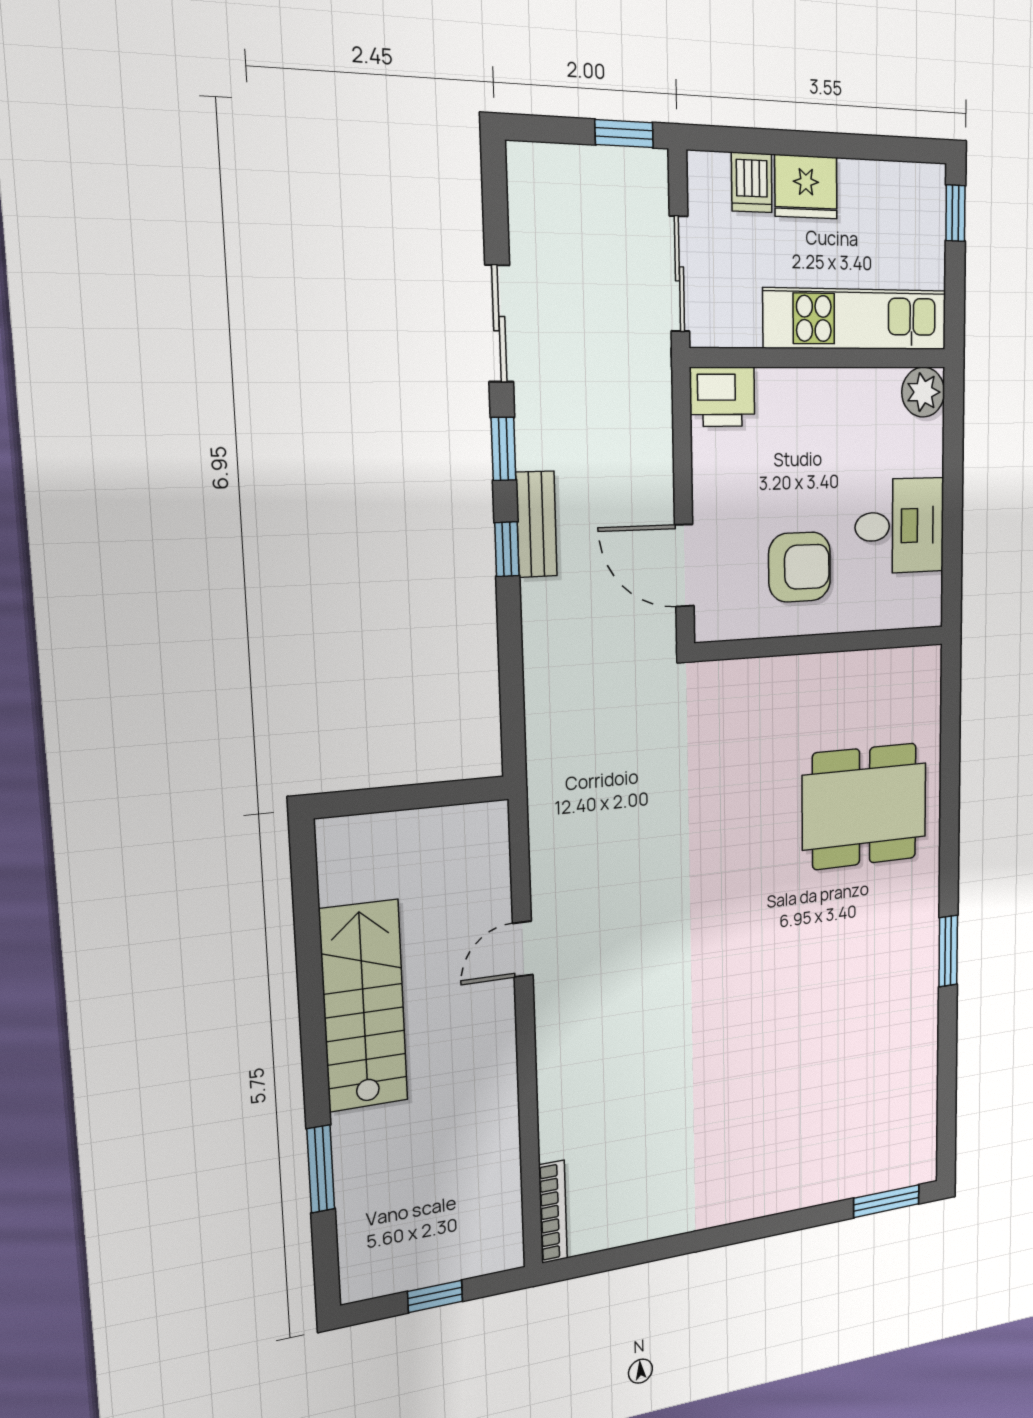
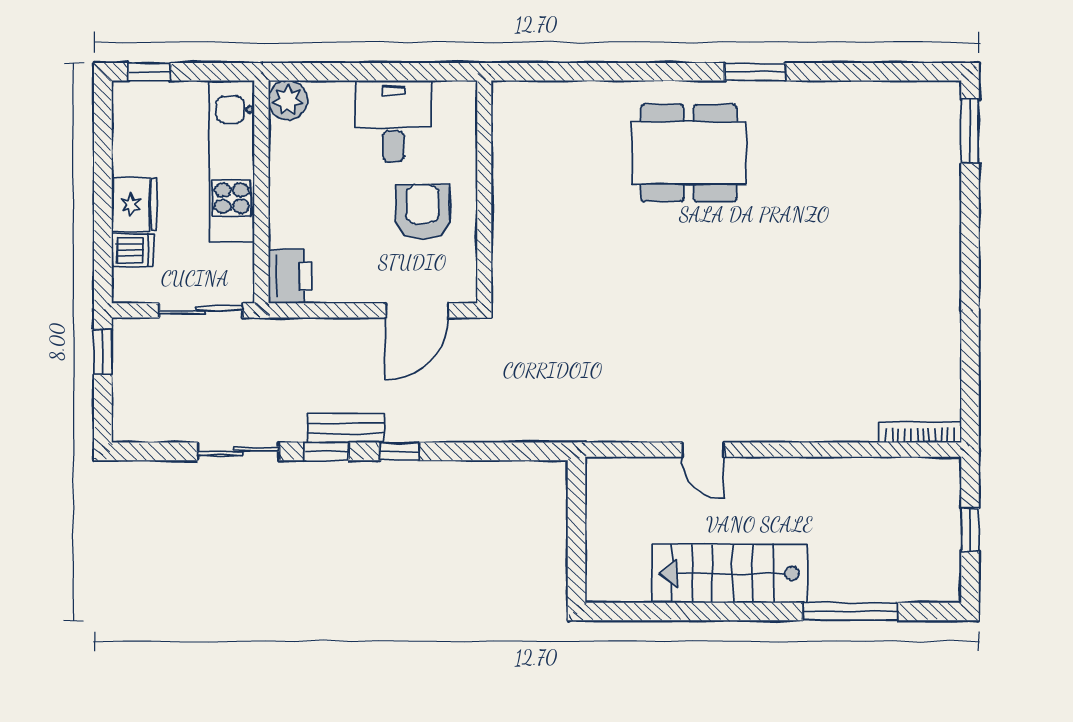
bench: (537, 524) -> (345, 428), moved
dining table: (865, 806) -> (689, 153), moved, turned 90
window: (321, 1169) -> (850, 612), width x1.44

